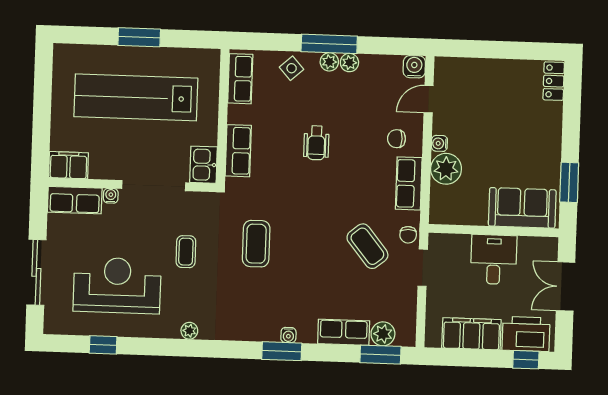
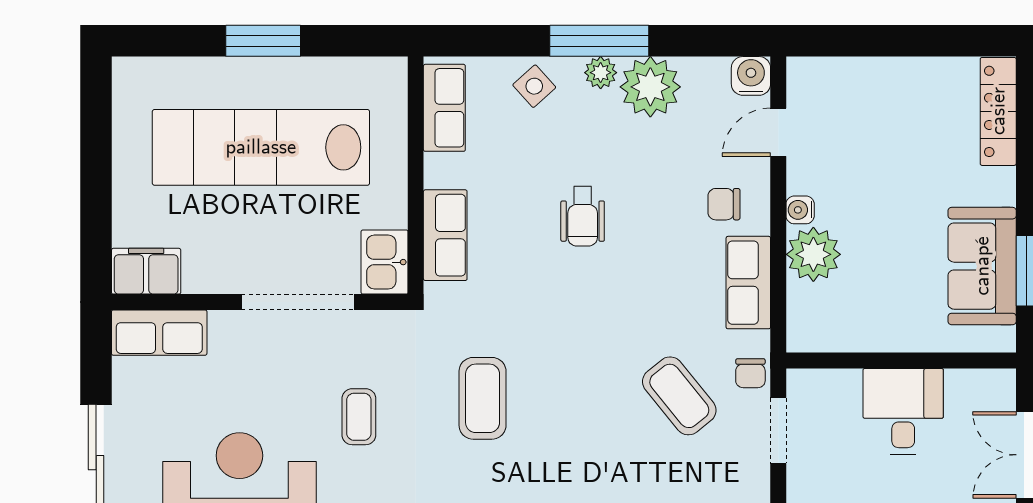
plant: (349, 63) -> (650, 87), width x1.87, depth x1.87
locker: (554, 81) -> (998, 111), width x1.53
water cooler: (111, 196) -> (223, 323), removed
sofa: (522, 208) -> (982, 266), moved, turned -90

